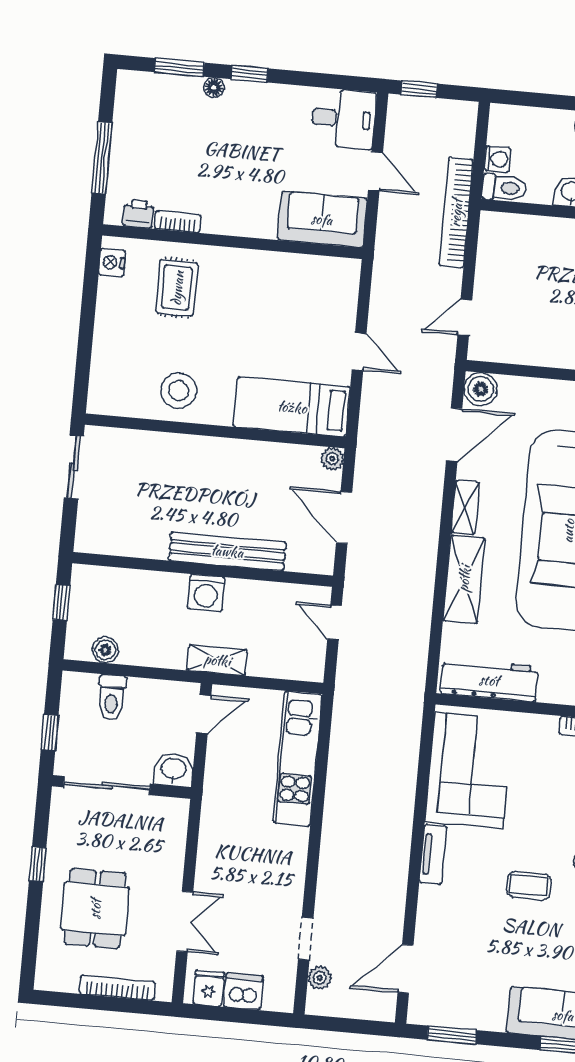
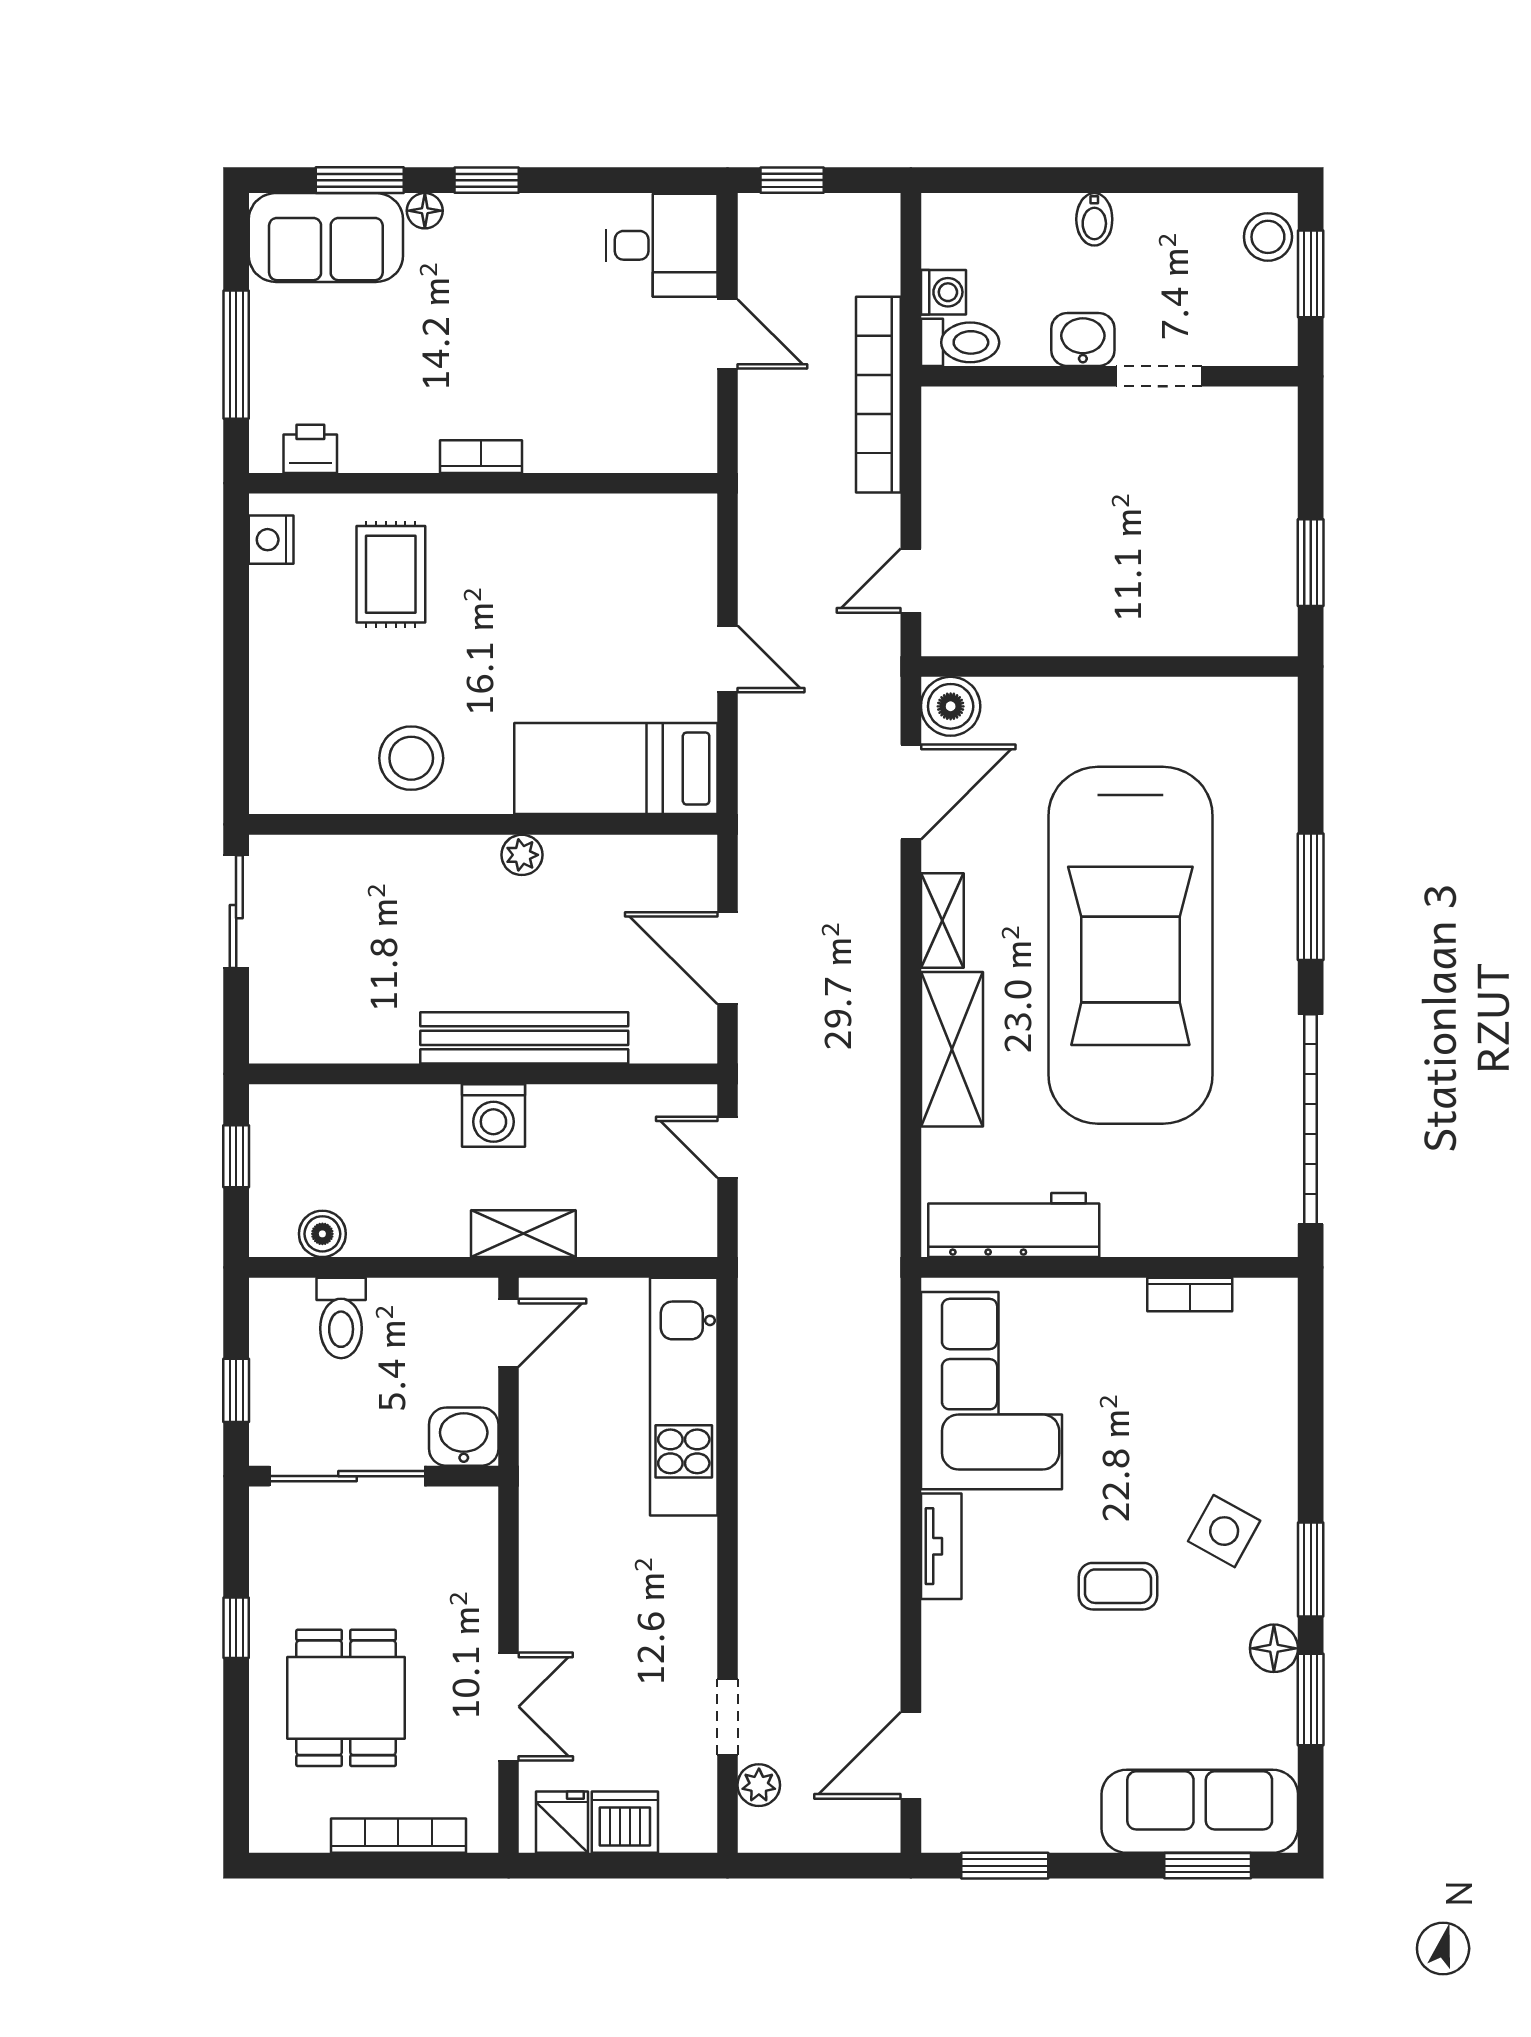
sofa: (322, 219) -> (326, 237), moved, turned 180
bookcase: (178, 222) -> (481, 457), moved
plant: (332, 459) -> (522, 855), moved

